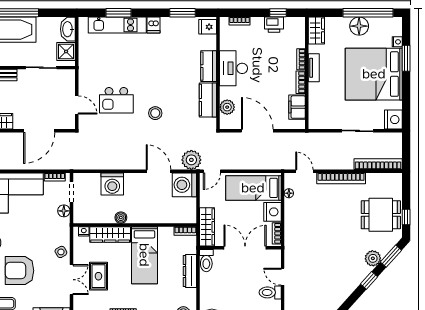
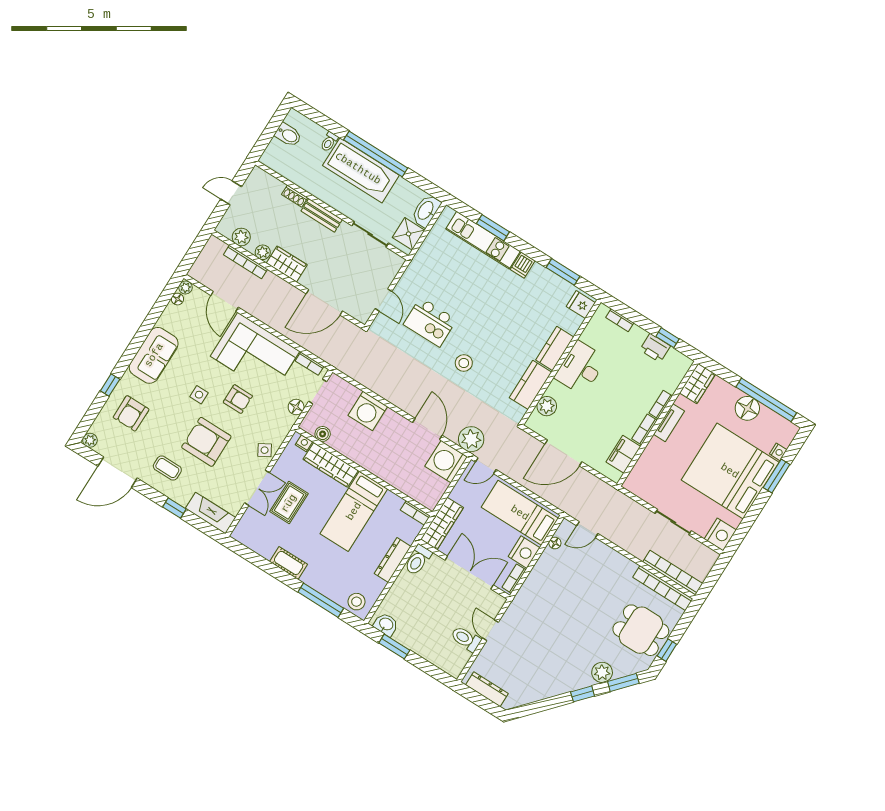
door: (257, 131) -> (563, 453), swing flipped
door: (304, 171) -> (587, 530), swing flipped
bookcase: (341, 178) -> (663, 588), moved
boiler: (121, 218) -> (323, 434), moved
armchair: (22, 230) -> (238, 399), added

